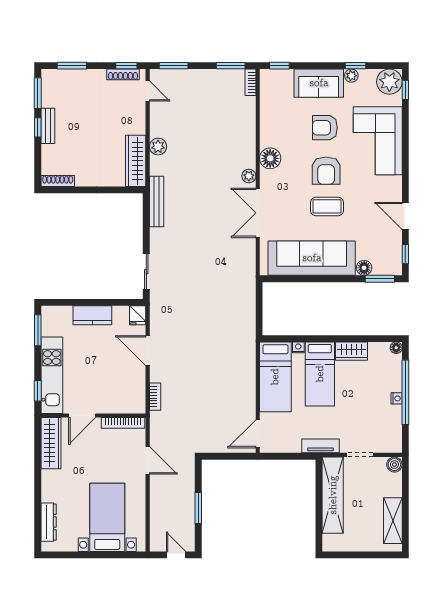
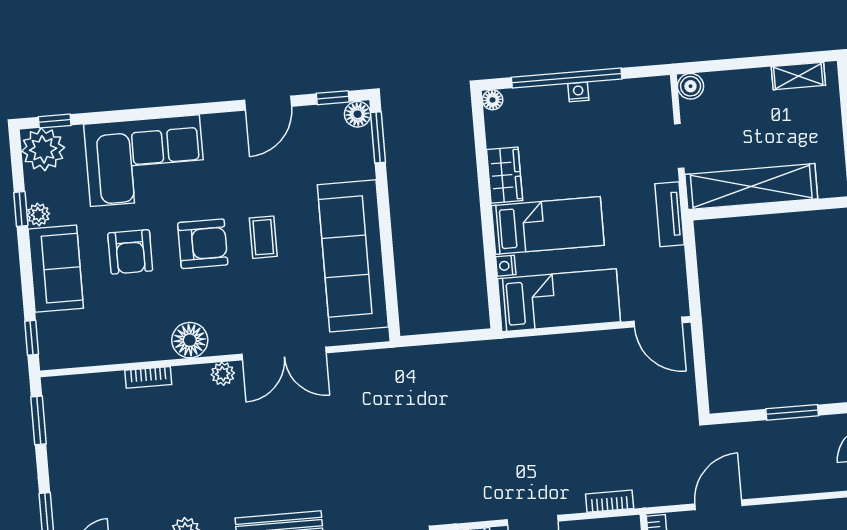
bookcase: (250, 82) -> (148, 377), moved
coffee table: (327, 206) -> (263, 237), width x0.73, depth x0.77
floor lamp: (364, 268) -> (358, 114), moved
shelving: (393, 521) -> (798, 76), width x0.67, depth x0.75

